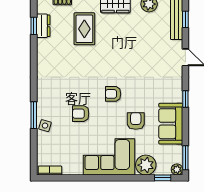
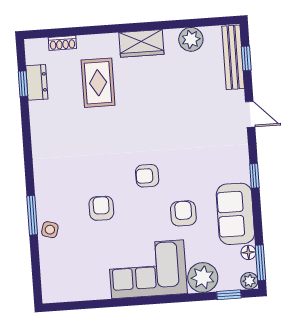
armchair: (81, 114) -> (101, 208), turned 90
floor lamp: (178, 150) -> (248, 252), added
bookcase: (50, 170) -> (62, 295), removed

